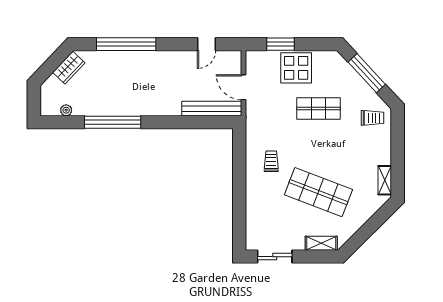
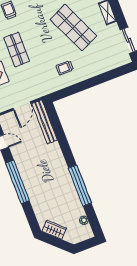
window: (126, 44) -> (17, 182), moved
shop shelf: (318, 192) -> (73, 28), turned -45

